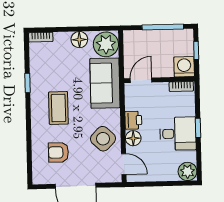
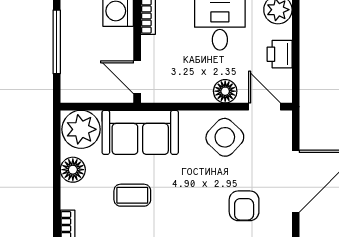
coffee table: (58, 108) -> (132, 195), moved, width x0.73, depth x0.77
printer: (133, 120) -> (280, 54), moved, turned -90
door: (124, 164) -> (264, 107), hinge flipped

